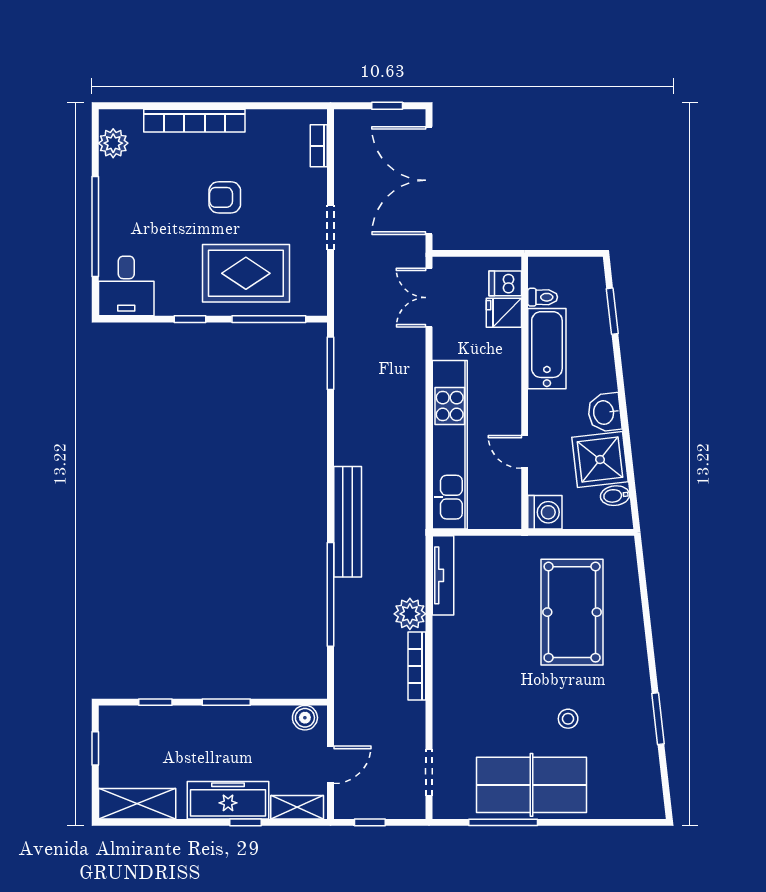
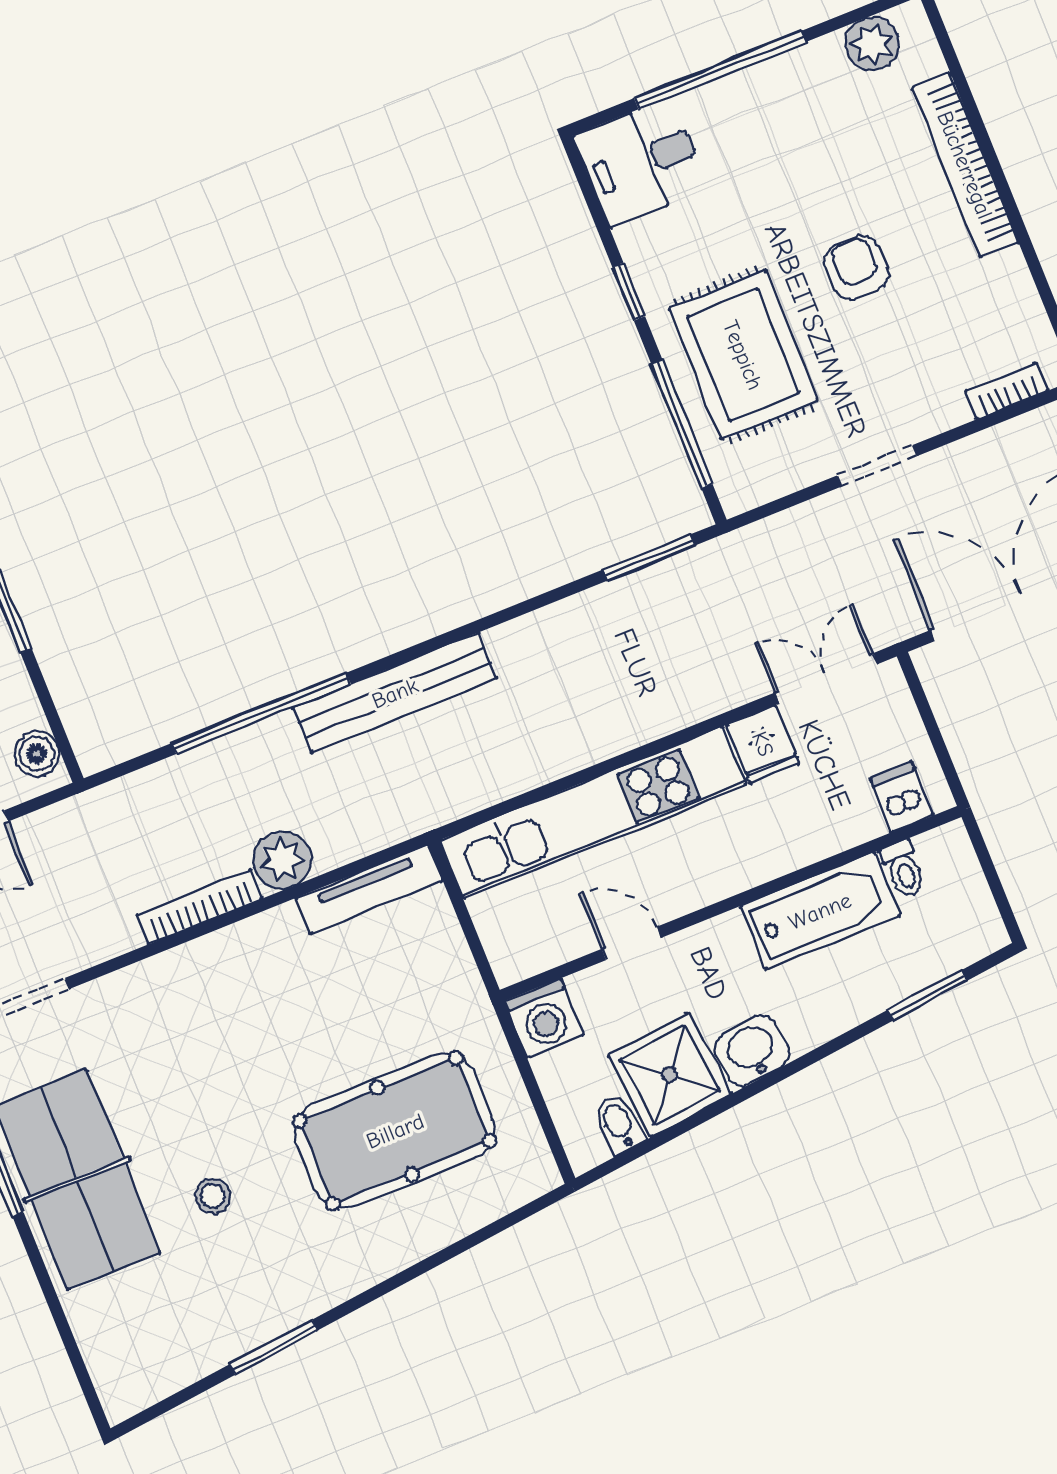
fridge: (504, 313) -> (763, 744), moved, turned 180
door: (525, 452) -> (632, 943), hinge flipped

